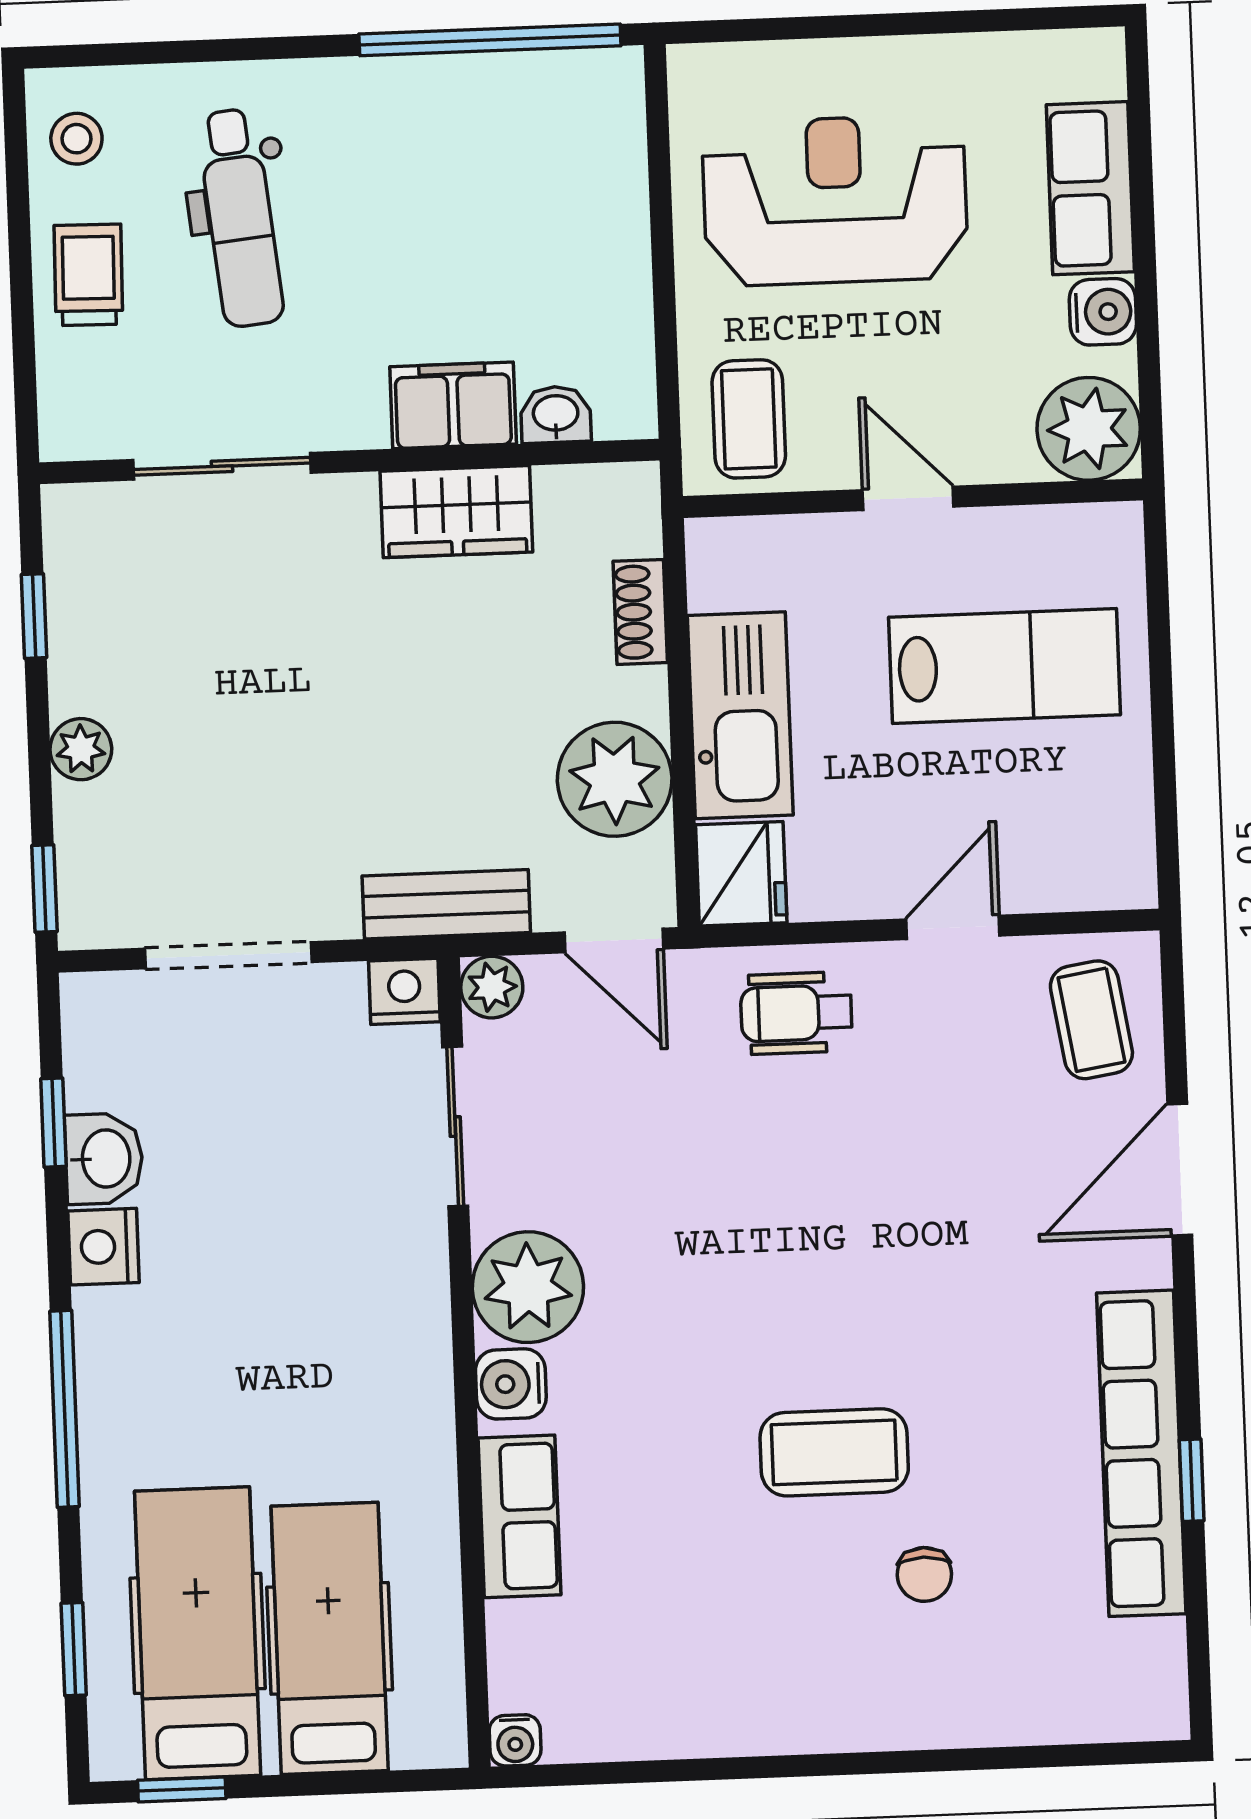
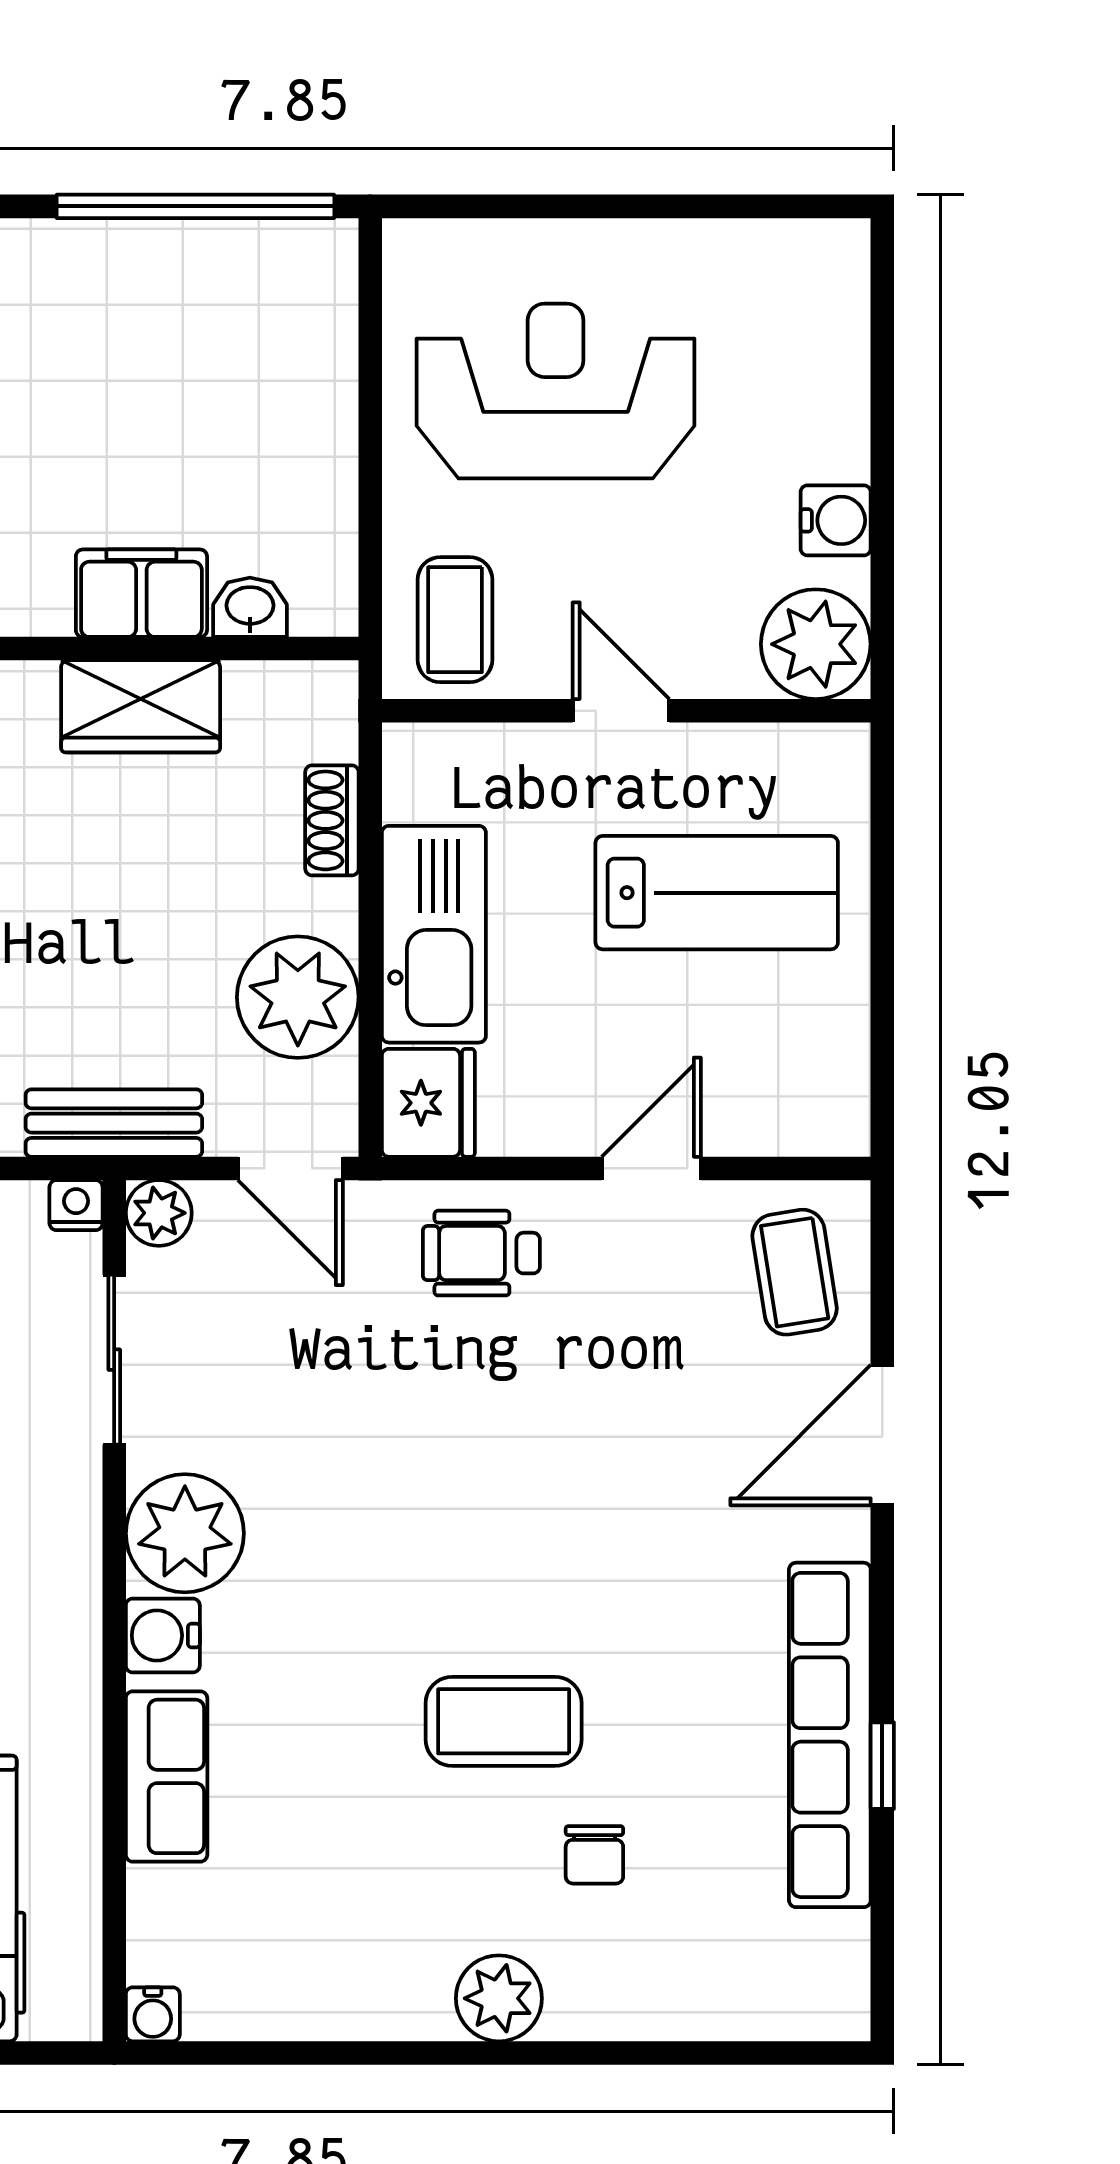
row of seats: (1090, 188) -> (827, 388), removed
nightstand: (404, 991) -> (76, 1205), width x0.72, depth x0.74
plant: (840, 1713) -> (499, 1998), added

